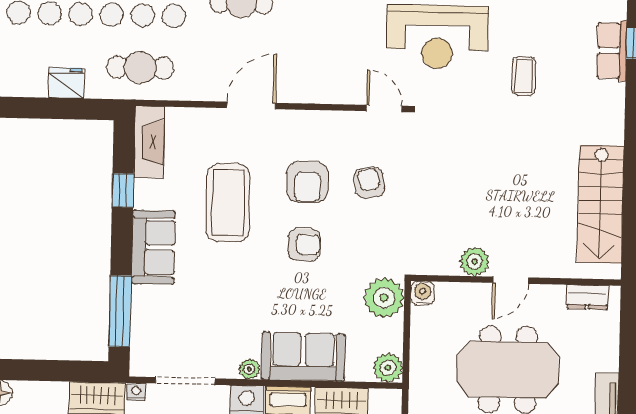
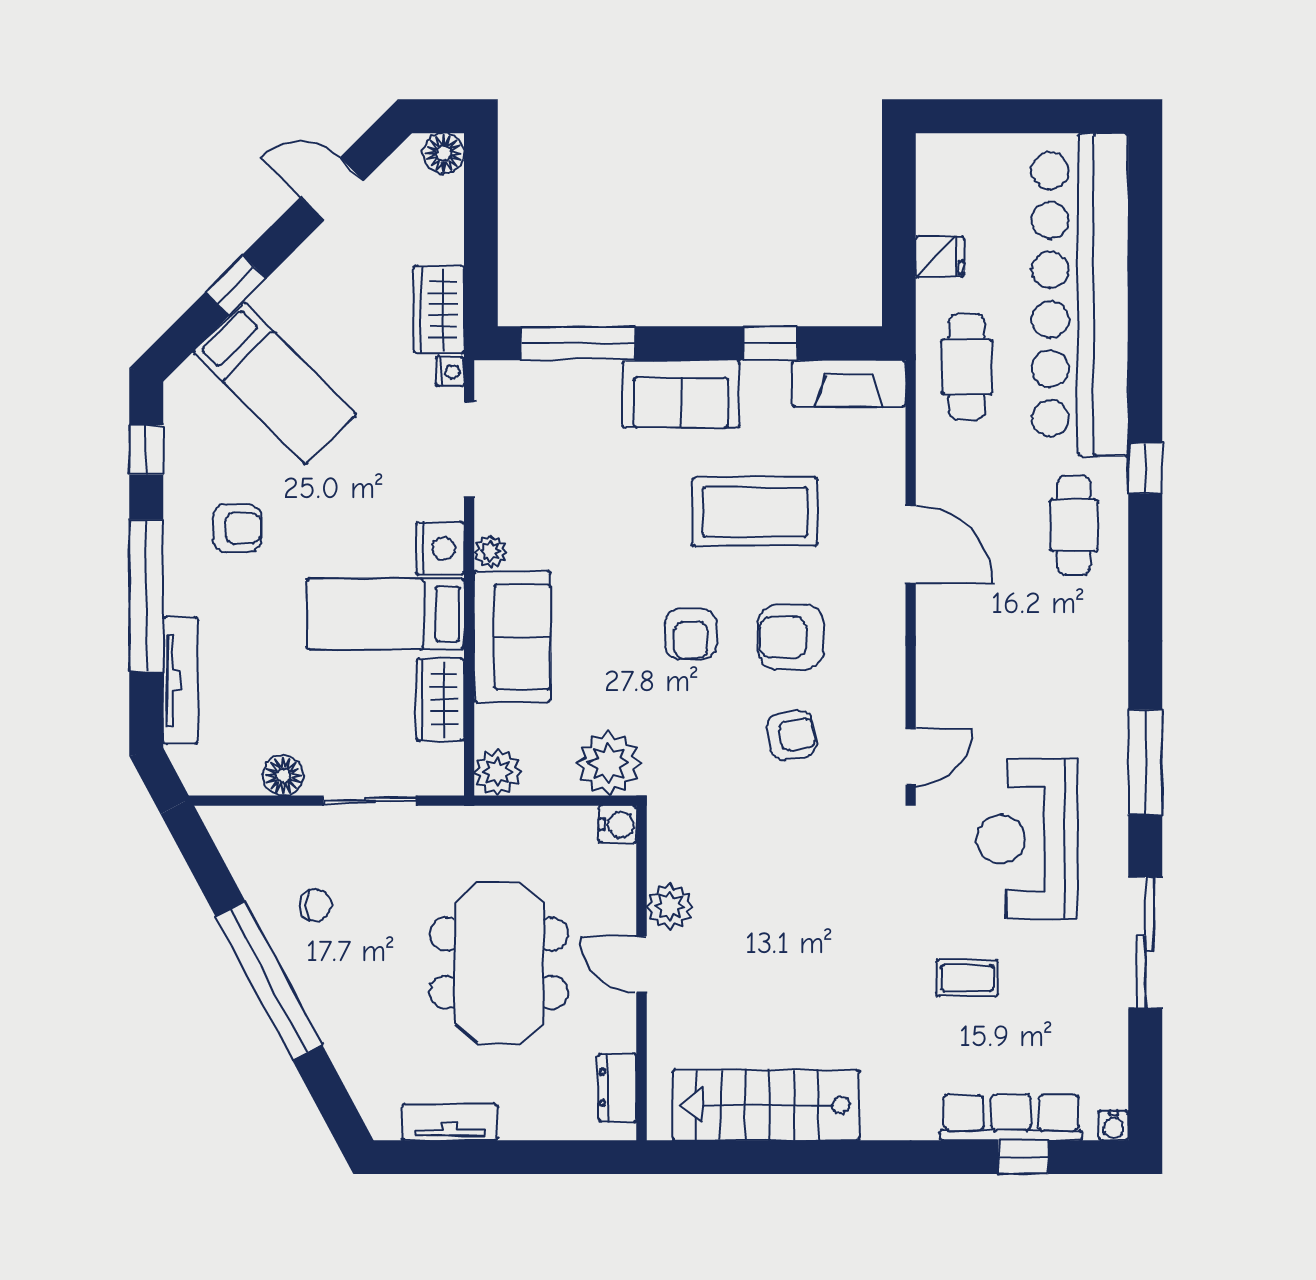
row of seats: (612, 51) -> (1011, 1117), width x1.48
fridge: (66, 83) -> (940, 257), width x0.72

